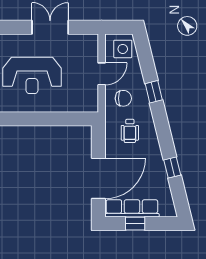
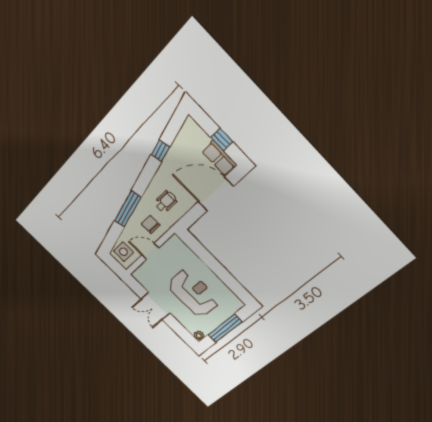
window: (154, 92) -> (128, 209), width x2.17
row of seats: (132, 208) -> (219, 158), width x0.68

